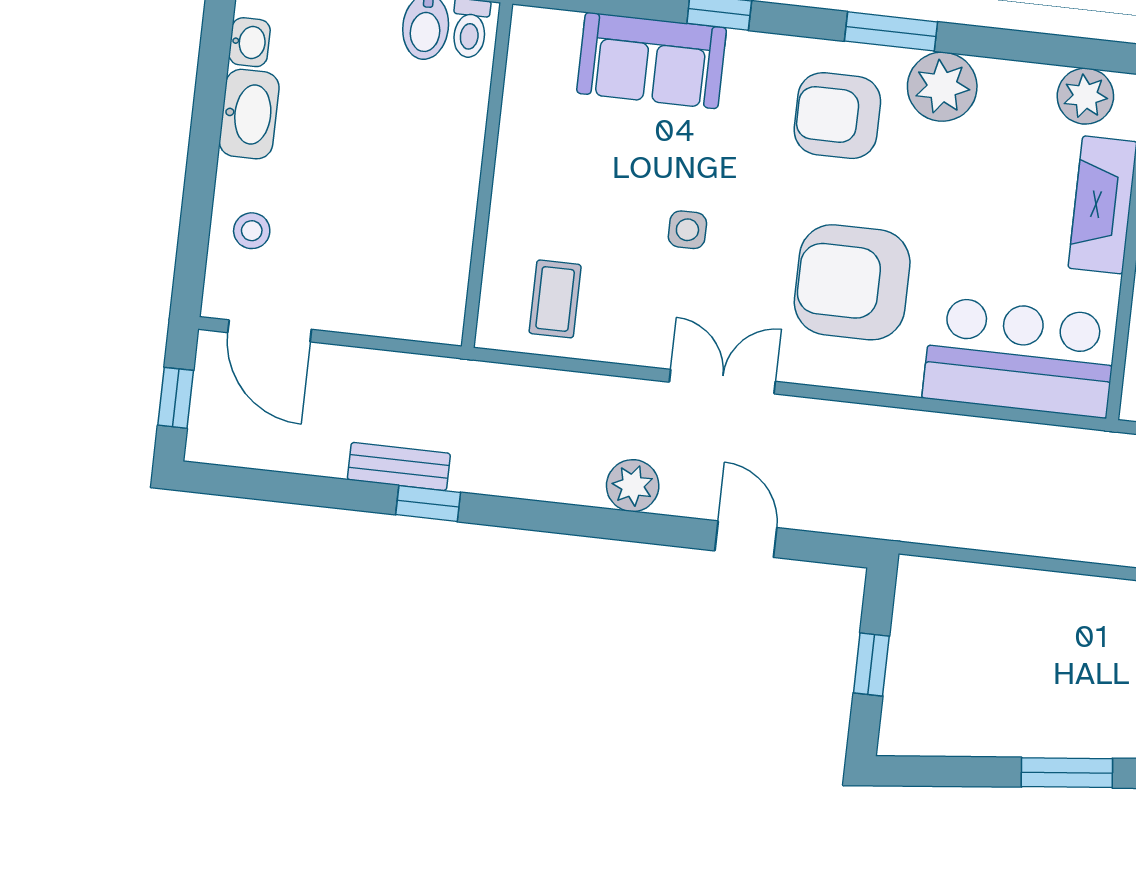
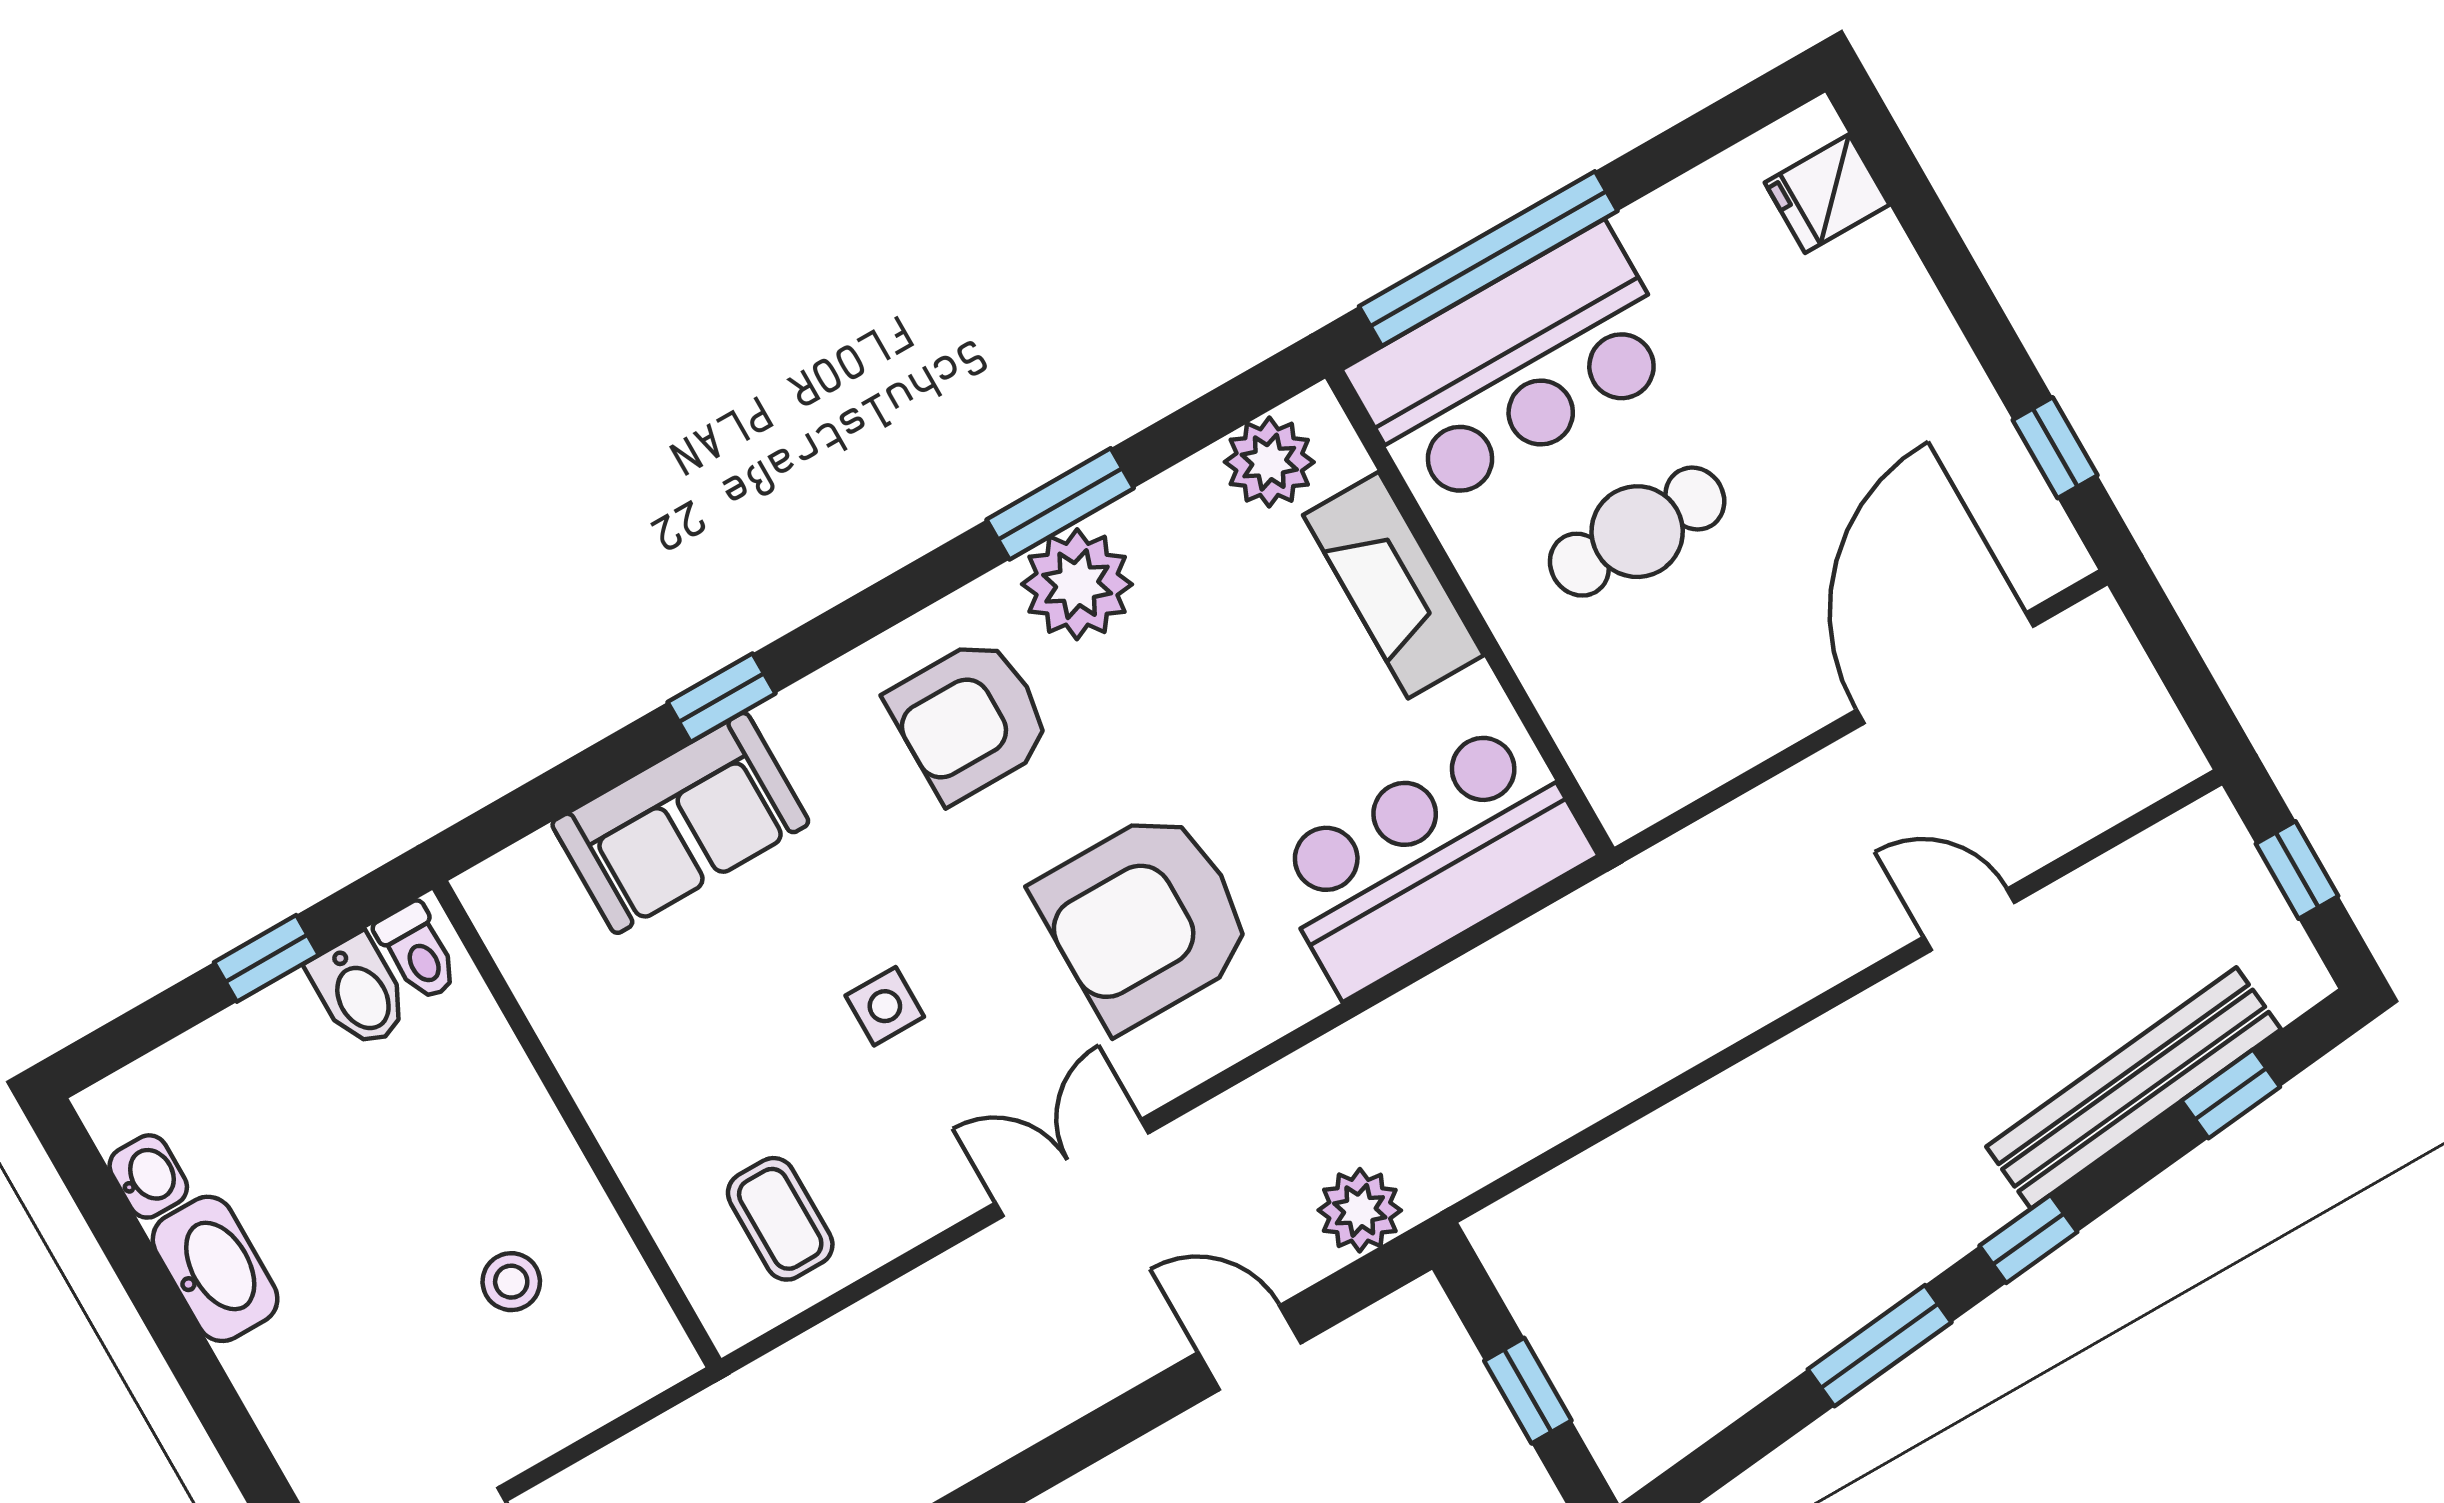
window: (891, 31) -> (1060, 504), moved
stool: (252, 231) -> (511, 1282), moved
plant: (633, 486) -> (1360, 1210), moved

